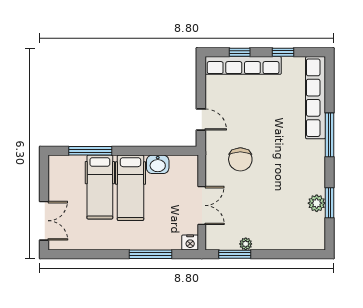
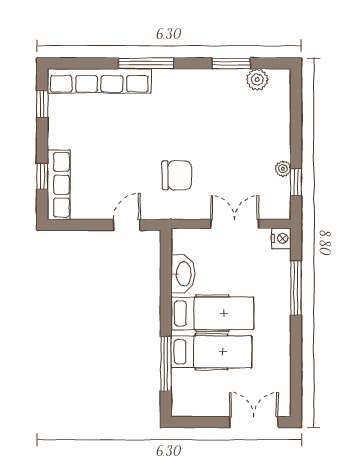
window: (283, 52) -> (42, 104), moved
row of seats: (243, 65) -> (59, 185), width x0.73
washbasin: (158, 164) -> (183, 274), width x1.38
plant: (317, 203) -> (257, 80), moved
window: (235, 254) -> (296, 182), width x0.67

